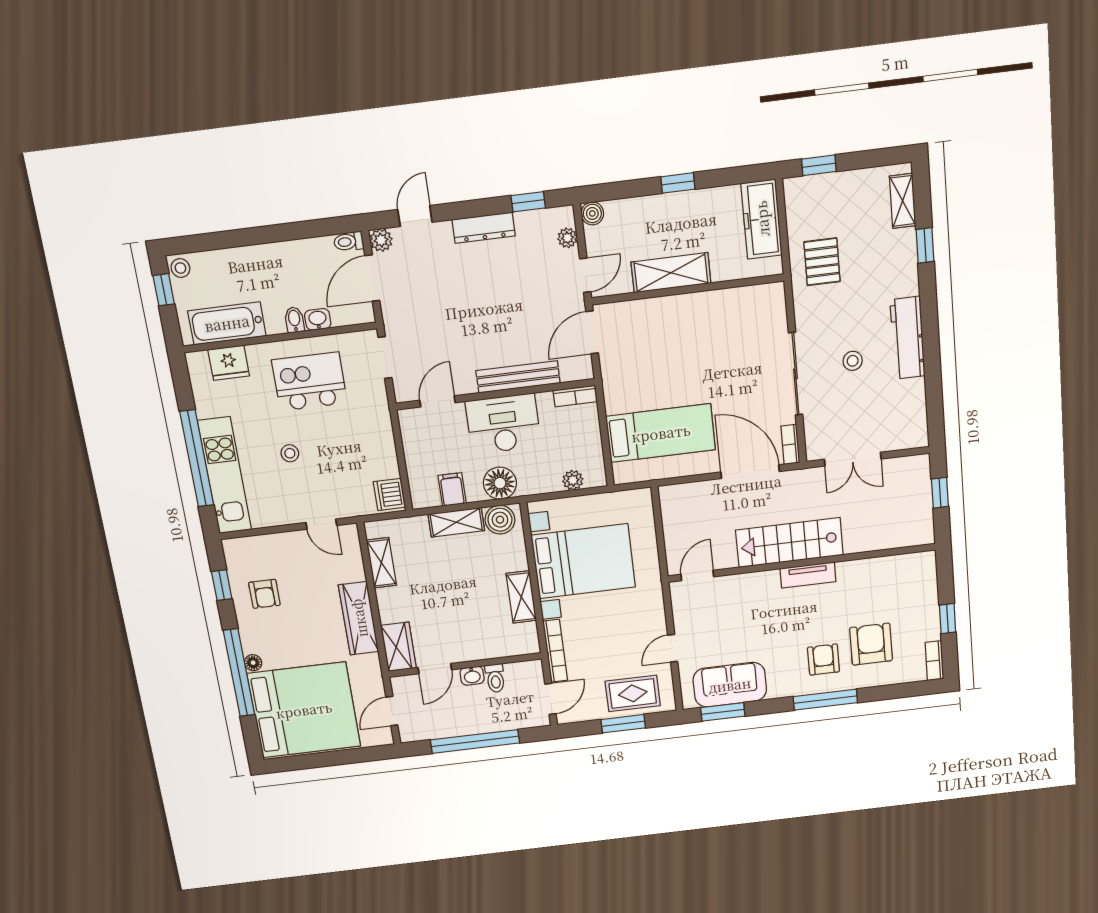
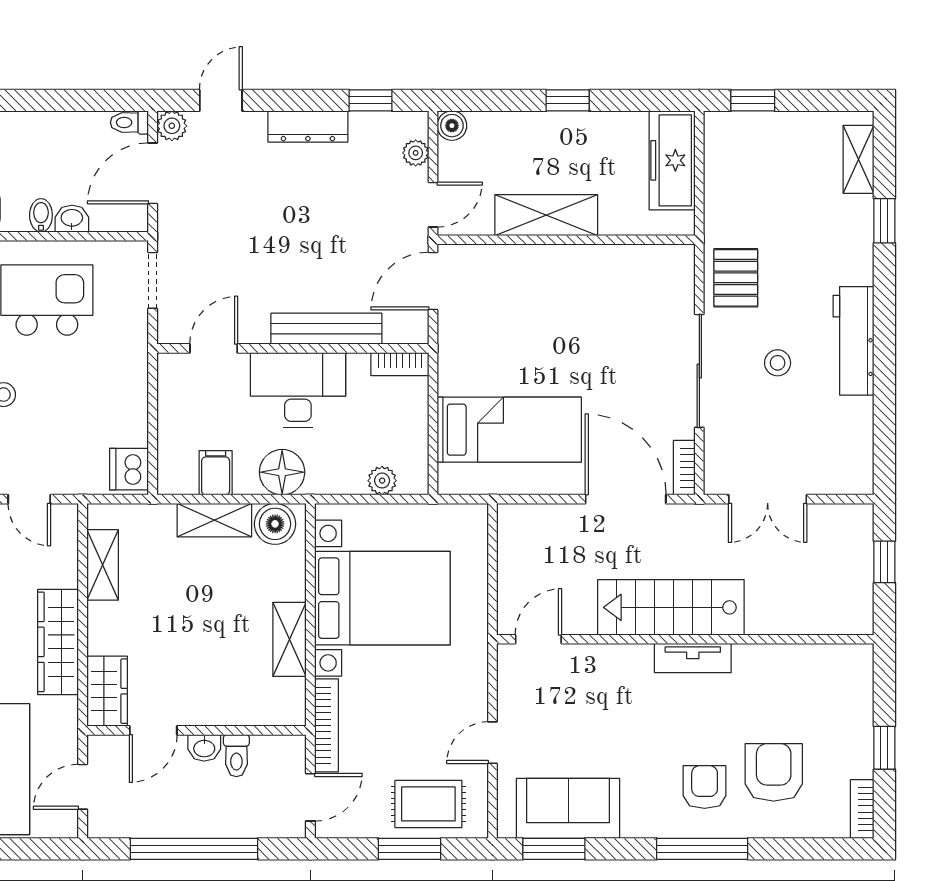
pallet: (822, 262) -> (736, 278), moved

